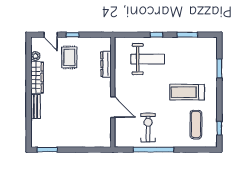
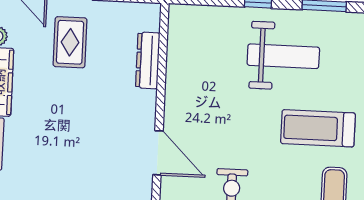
weight bench: (148, 59) -> (283, 56), moved

